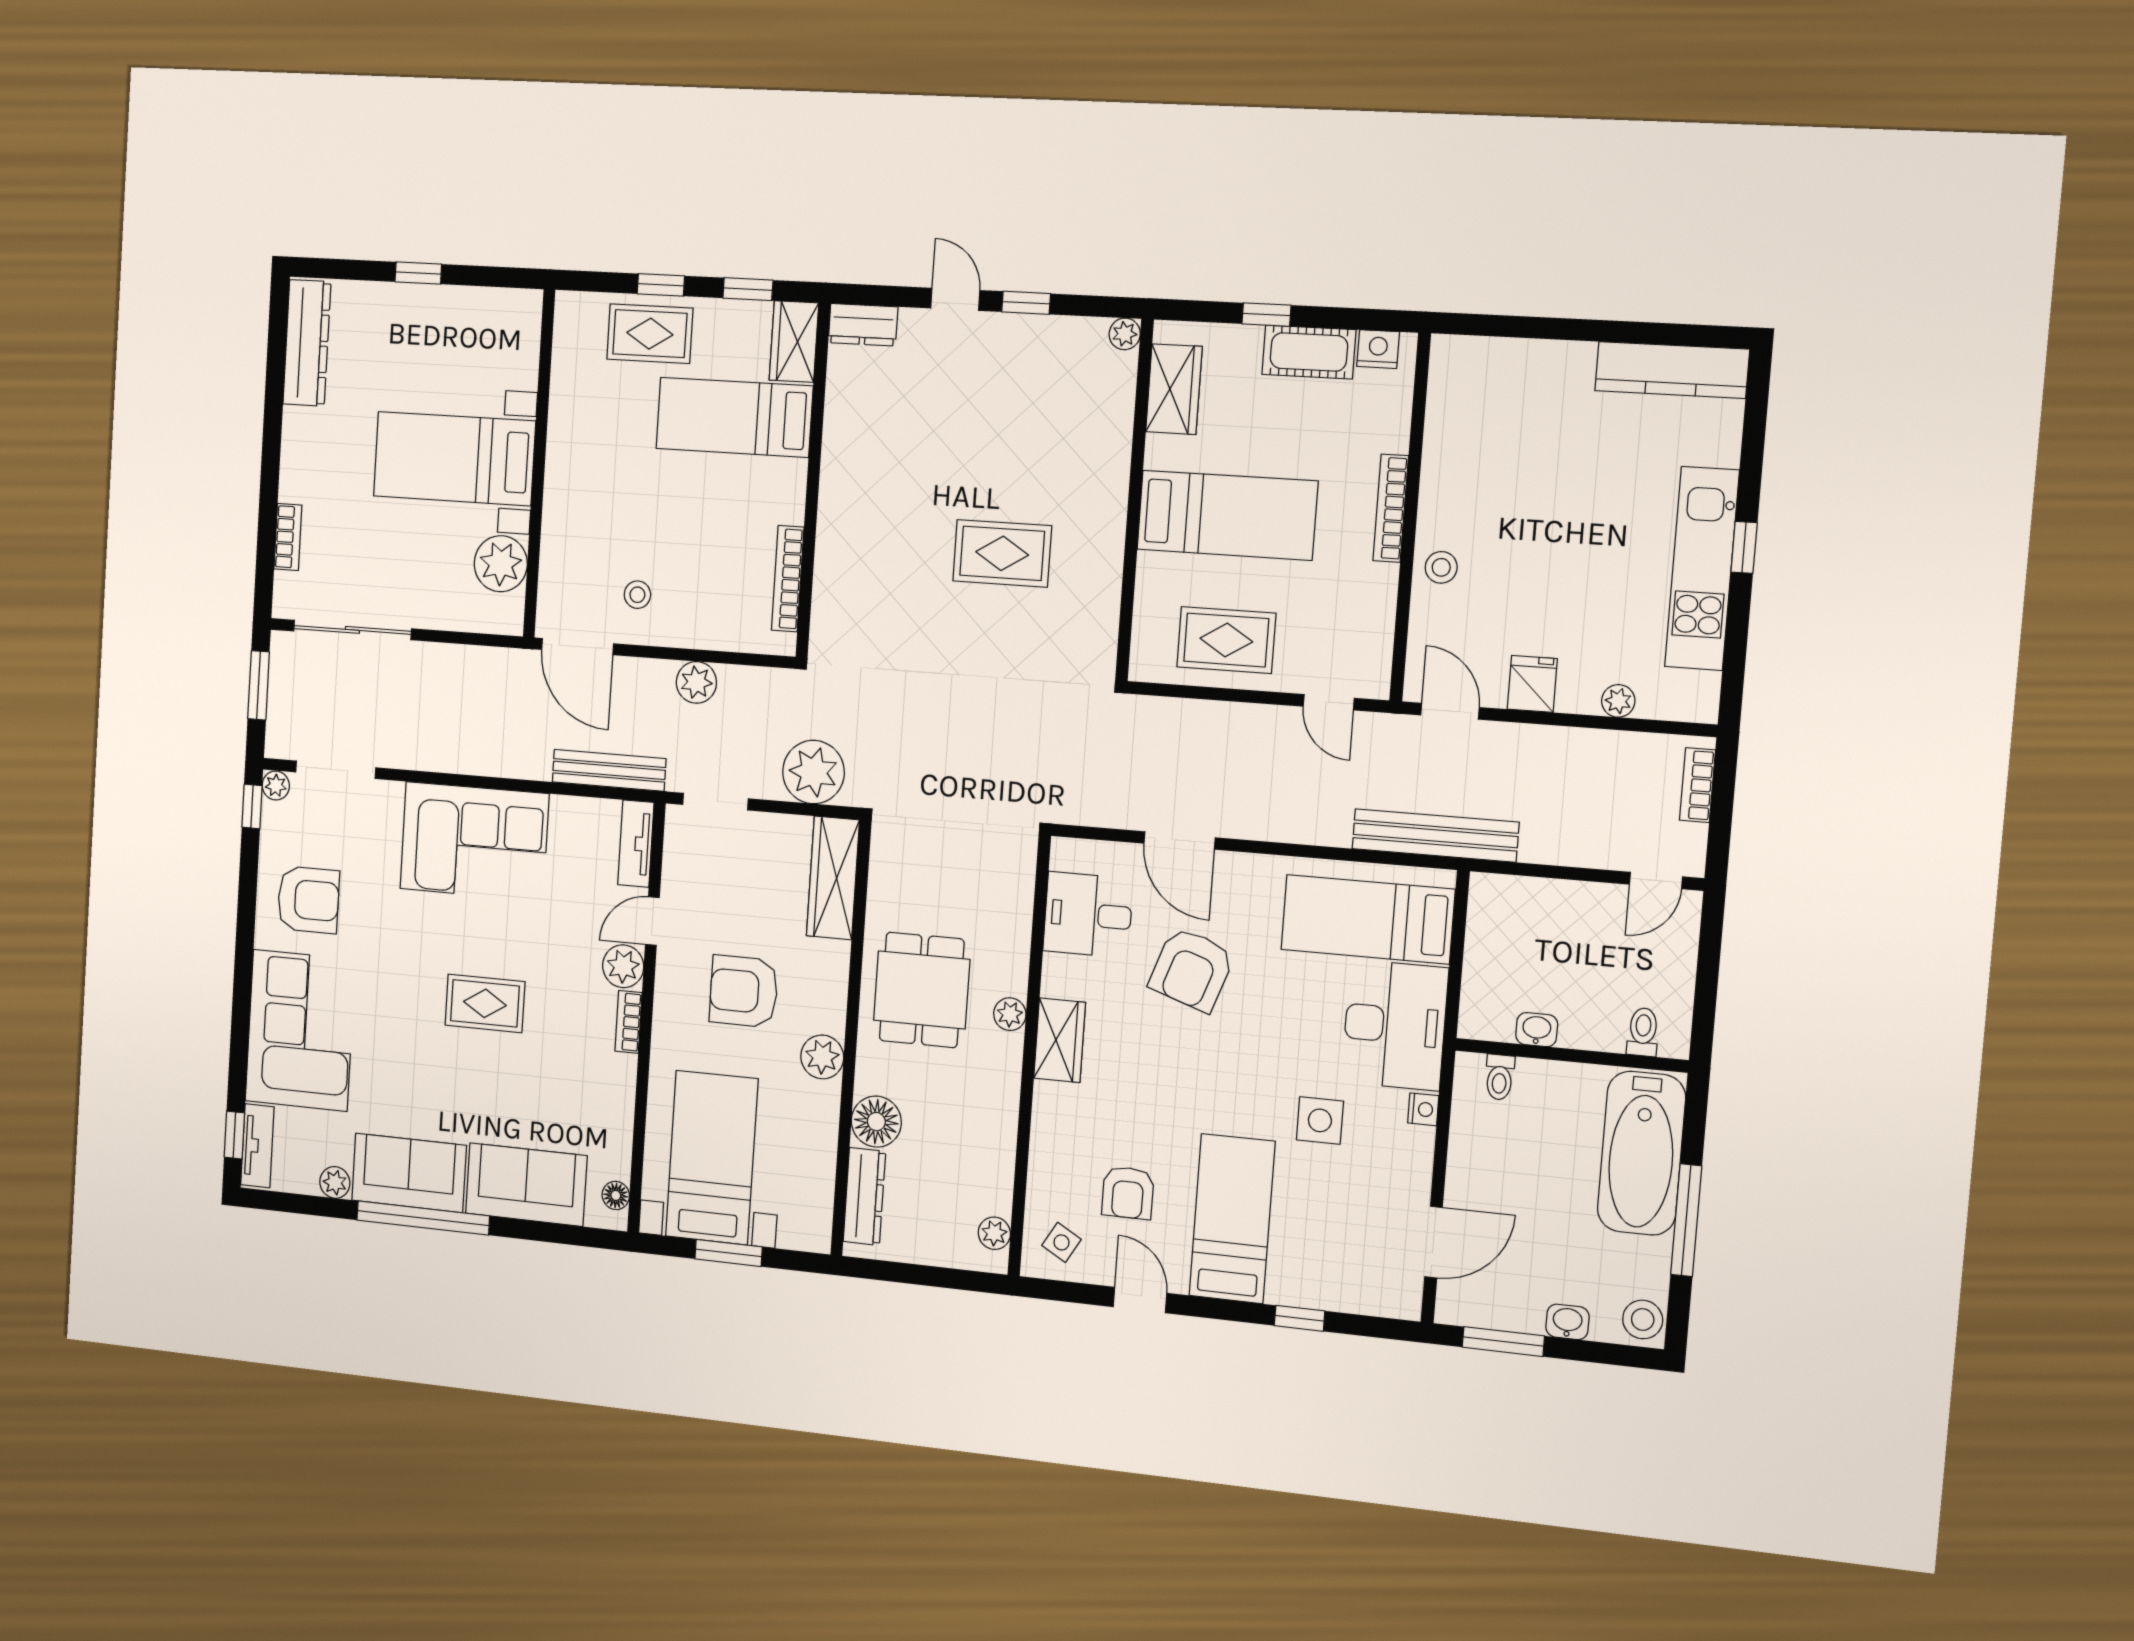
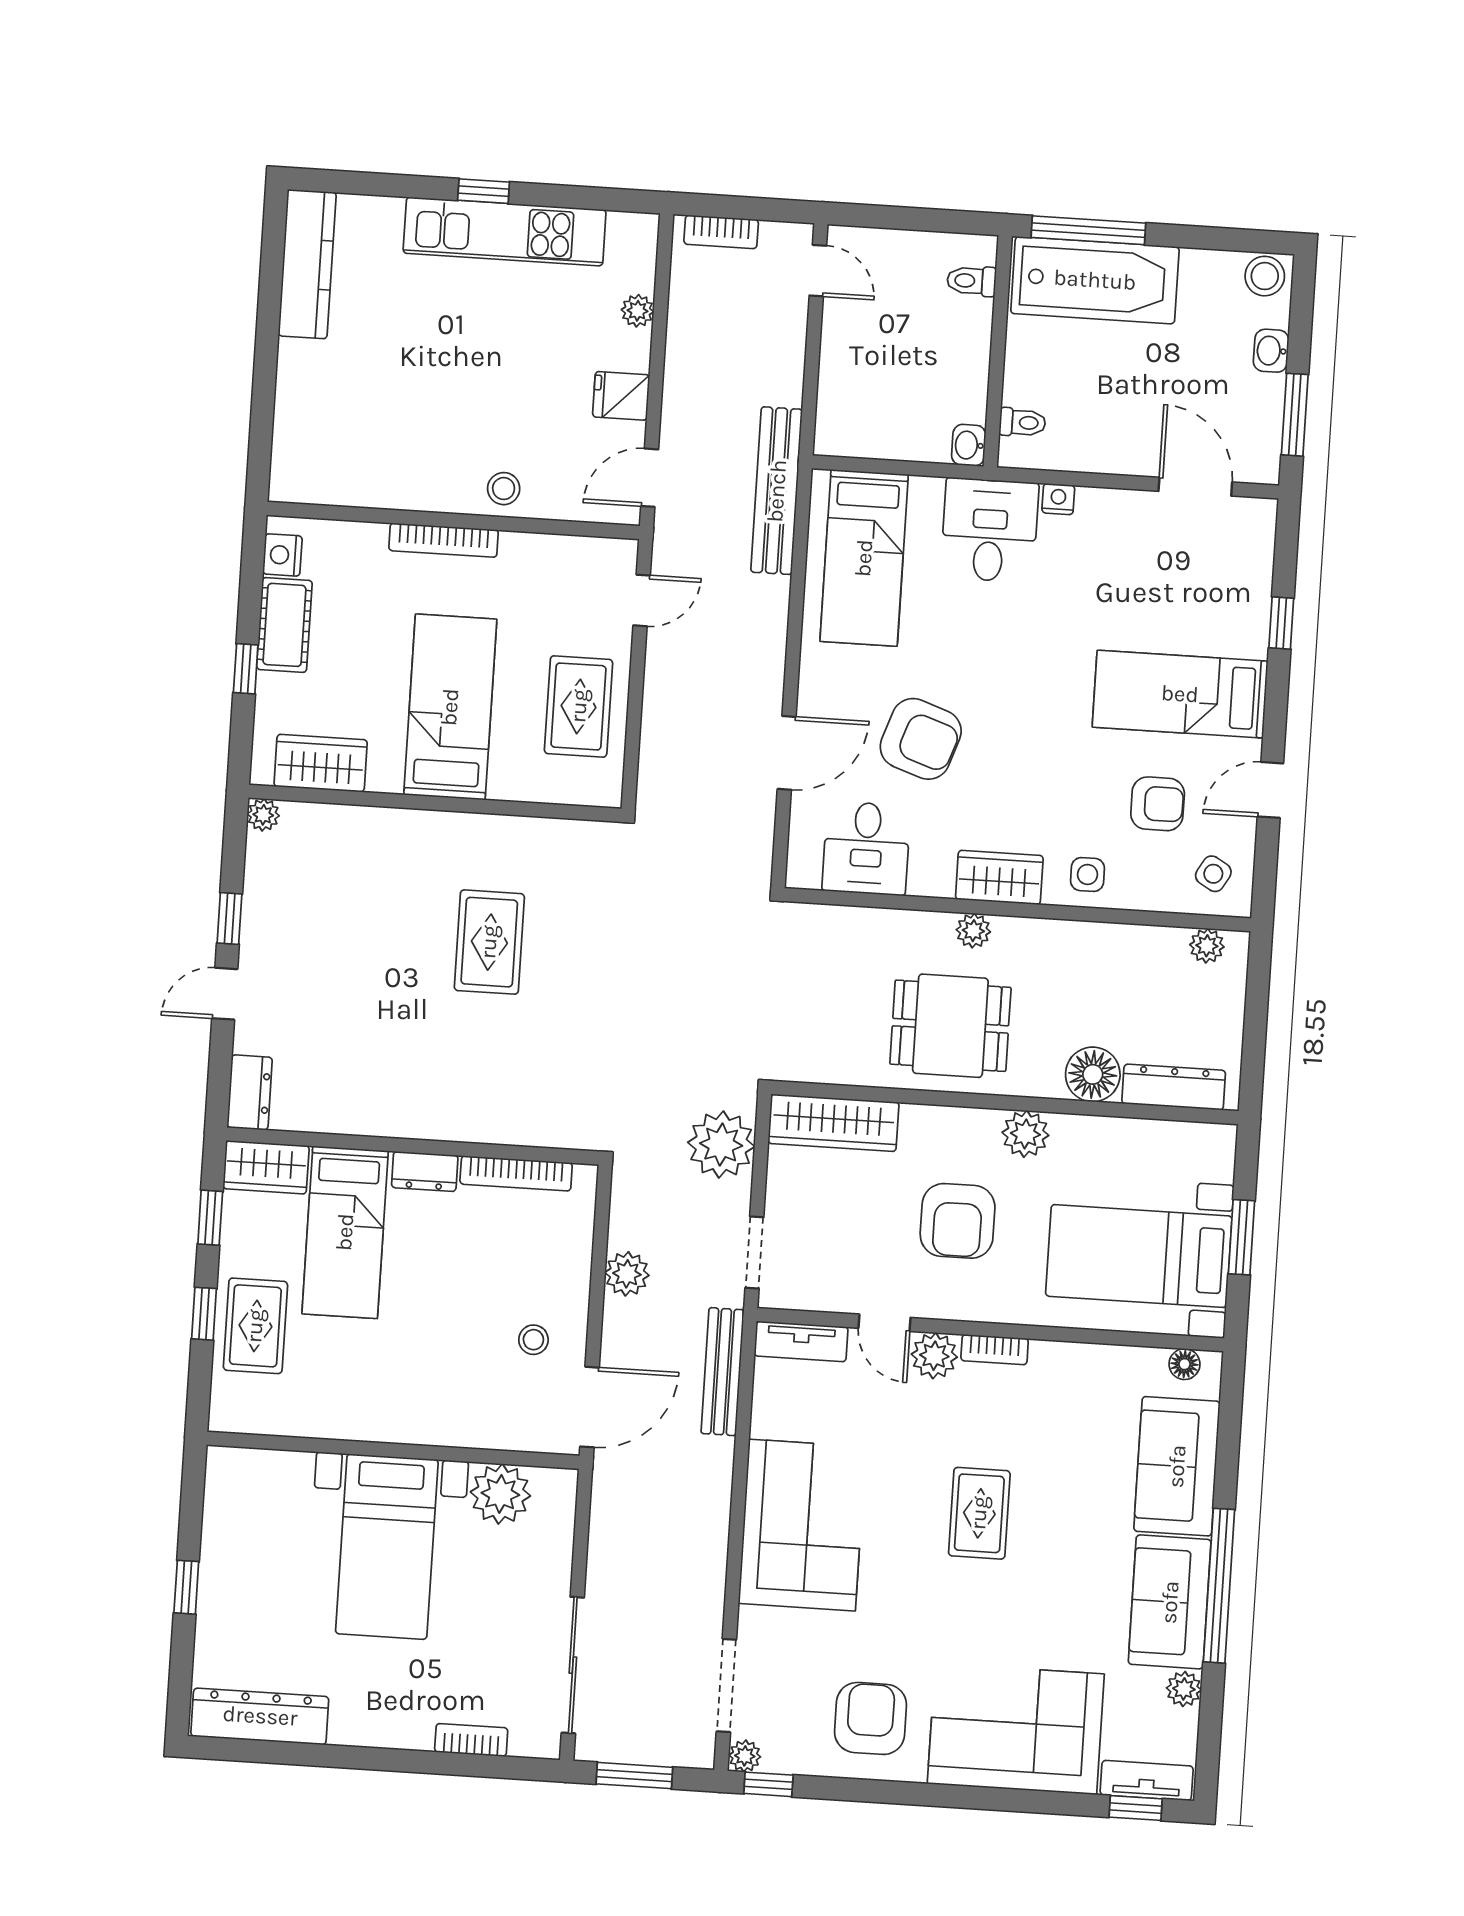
dresser: (790, 492) -> (425, 1171), added
desk: (1395, 1025) -> (990, 530), width x0.73
washbasin: (1537, 1030) -> (969, 445), moved
side table: (1320, 1120) -> (1088, 874), moved, width x0.73, depth x0.73
window: (1686, 1220) -> (1088, 230), moved

